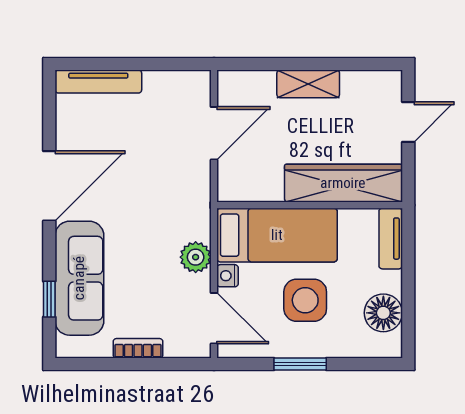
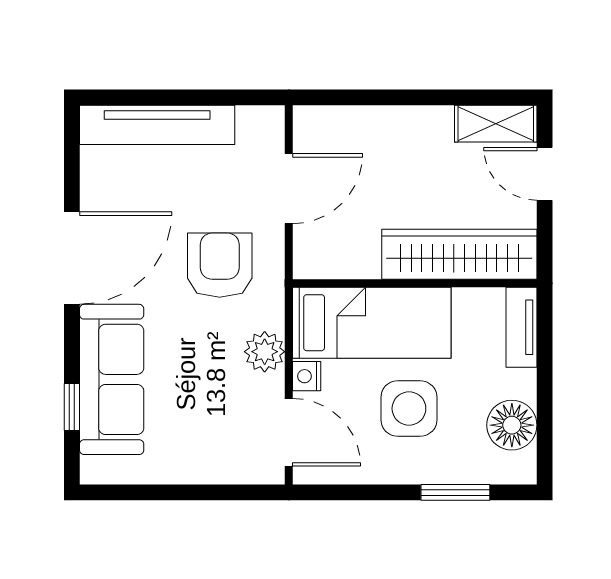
tv unit: (98, 82) -> (157, 125), width x1.36, depth x1.29
shelving: (308, 84) -> (496, 124), moved
door: (408, 122) -> (545, 174), swing flipped
armchair: (161, 191) -> (220, 265), added
bookcase: (138, 348) -> (189, 472), removed
window: (300, 364) -> (455, 492), moved

